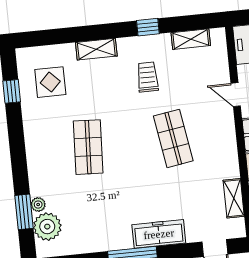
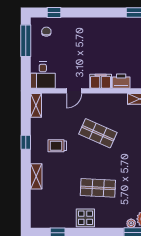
shelving: (191, 39) -> (36, 105), moved
display table: (50, 82) -> (85, 218), moved
shop shelf: (173, 138) -> (98, 133), turned 33

